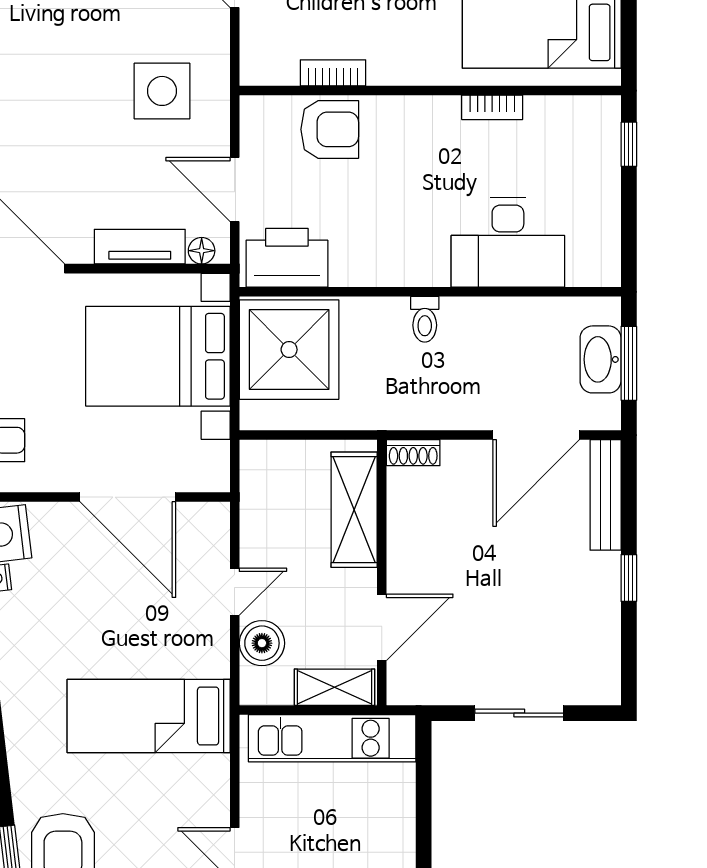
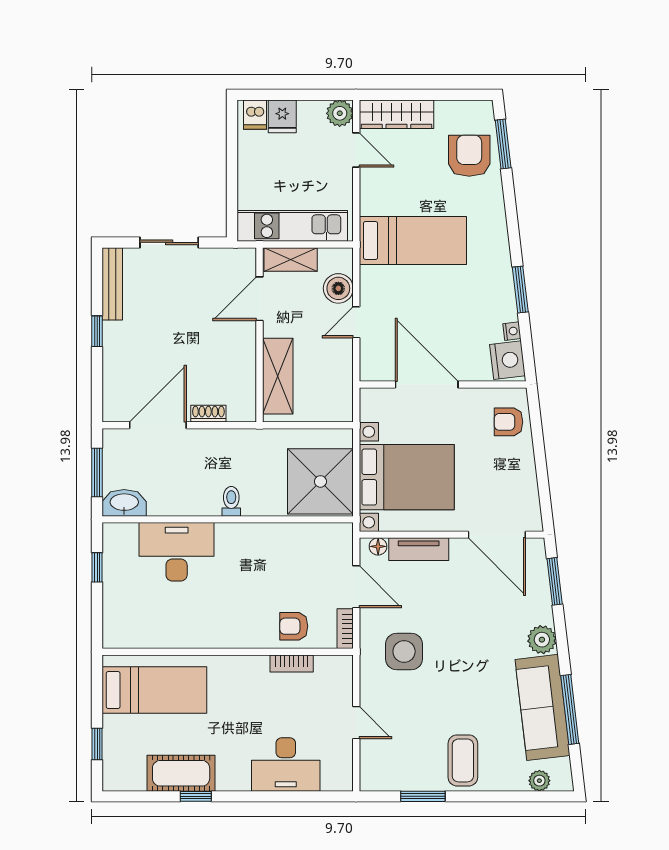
bookcase: (492, 107) -> (345, 629), moved, turned -90
armchair: (330, 129) -> (294, 626), width x0.72, depth x0.72
window: (629, 144) -> (97, 567), moved
printer: (287, 258) -> (322, 542), removed
washbasin: (601, 359) -> (124, 503), moved, turned -90
shoe rack: (413, 453) -> (208, 414), moved
bench: (606, 495) -> (112, 284), moved

